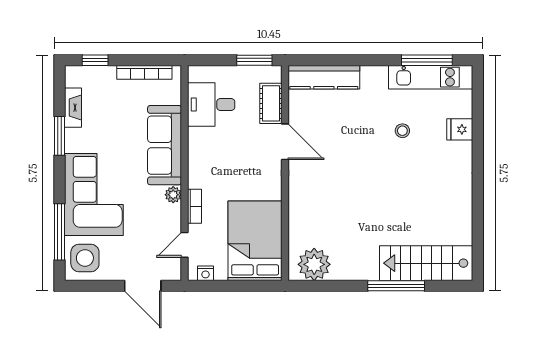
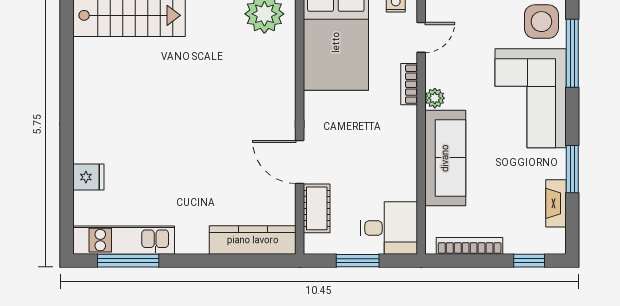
window: (254, 60) -> (358, 261), moved
desk: (211, 104) -> (389, 228), moved
stool: (402, 131) -> (158, 175), removed

